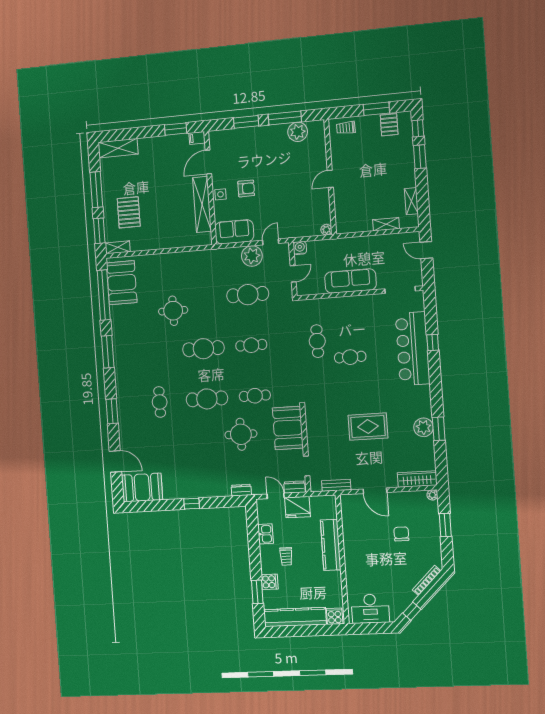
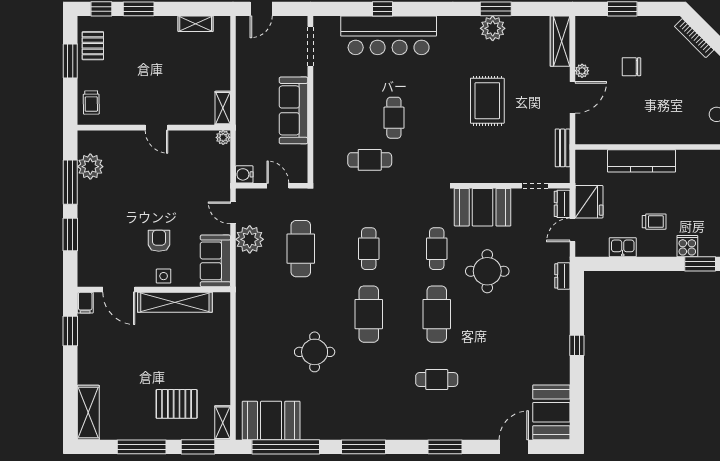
pallet: (389, 125) -> (93, 46), turned 90
shelving: (386, 224) -> (223, 108), moved
plant: (432, 495) -> (582, 71), moved

